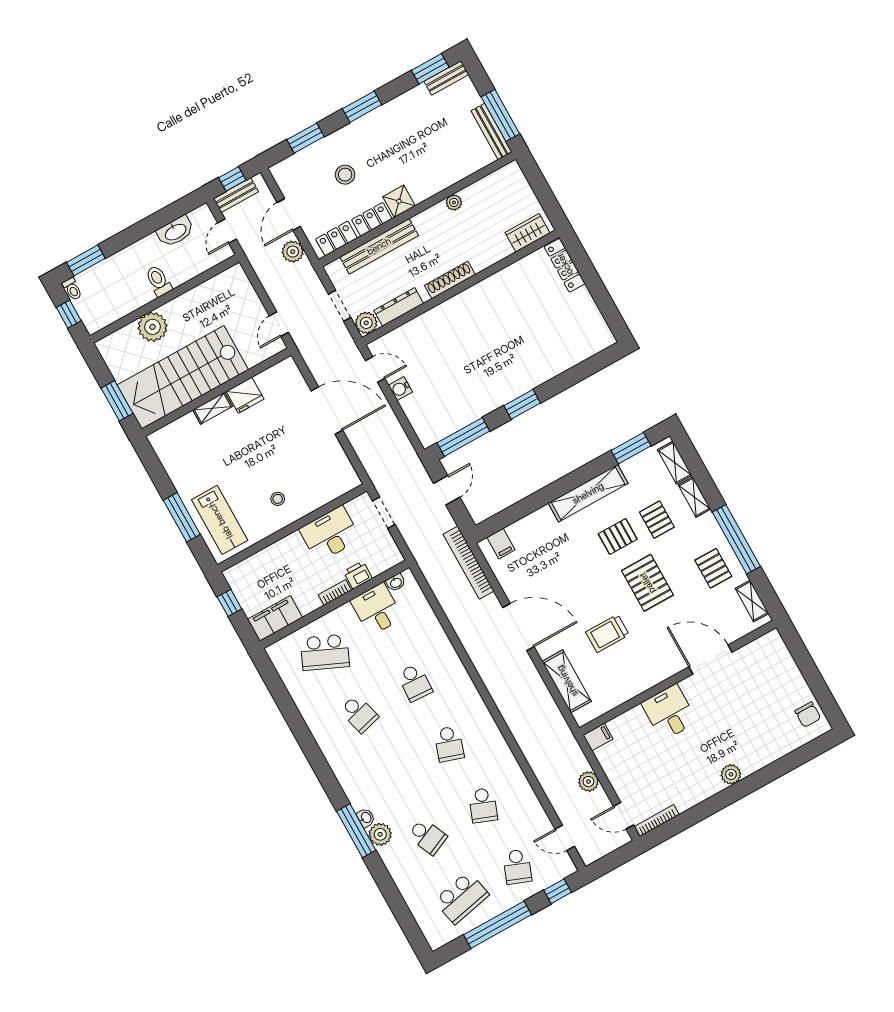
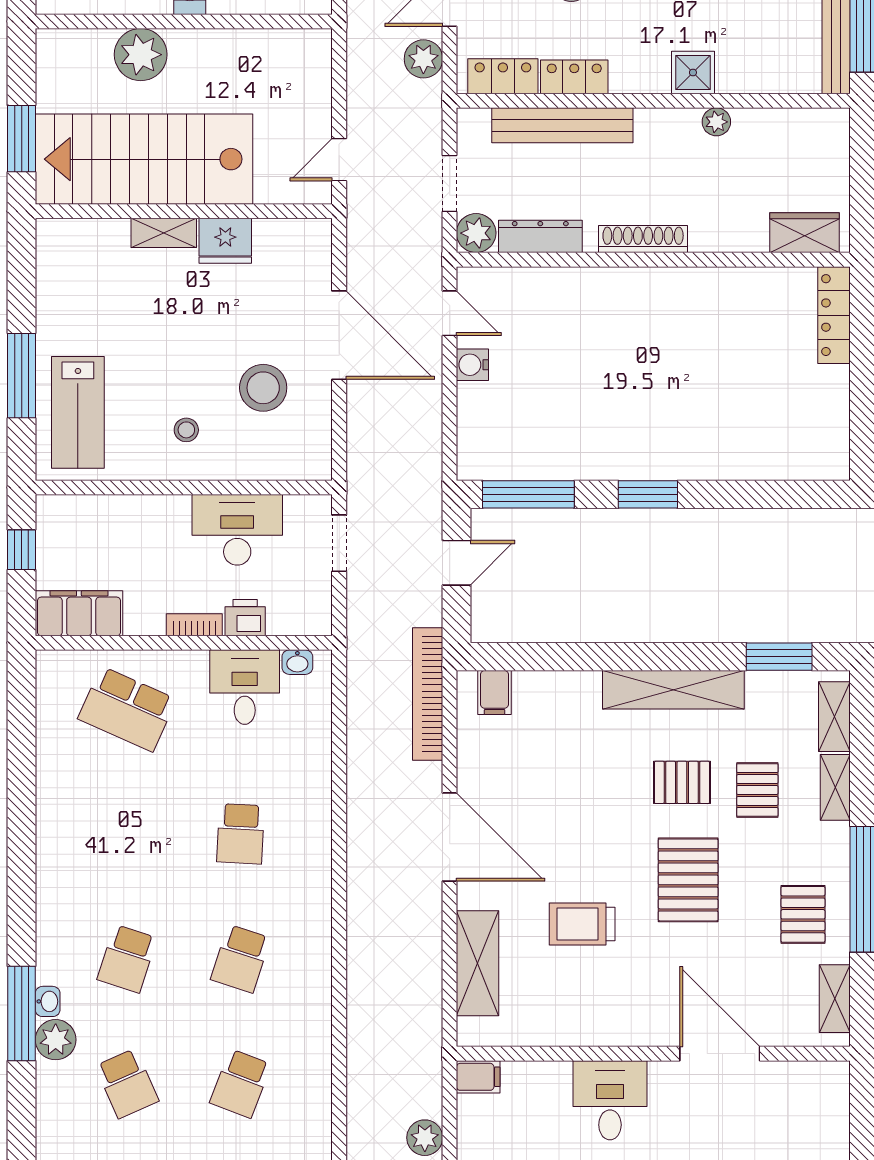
shower: (399, 201) -> (693, 72), moved
stool: (304, 457) -> (263, 388), added
school desk: (359, 714) -> (127, 959), moved, turned 33

